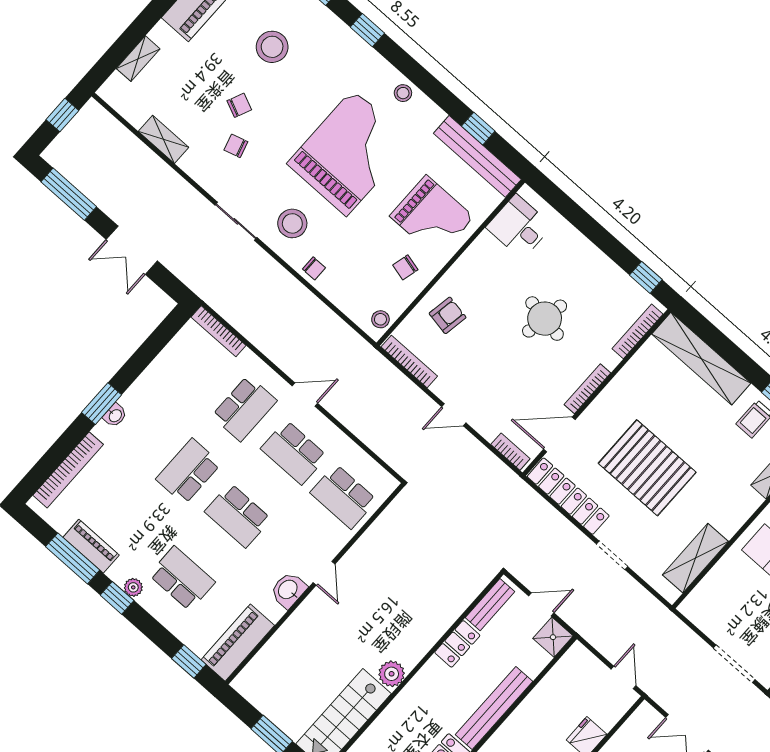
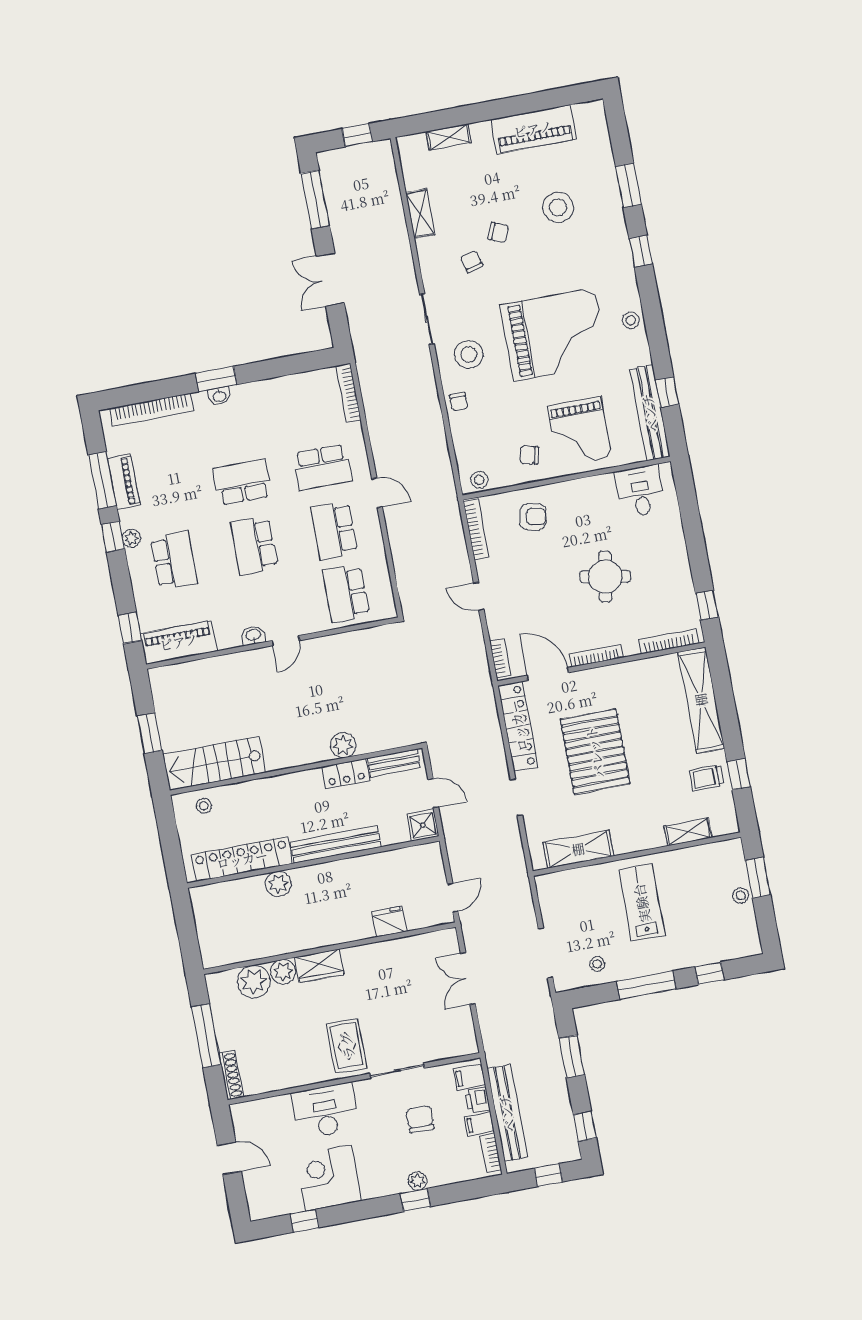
washbasin: (288, 590) -> (253, 635), width x0.72, depth x0.69
plant: (392, 674) -> (343, 745), moved

